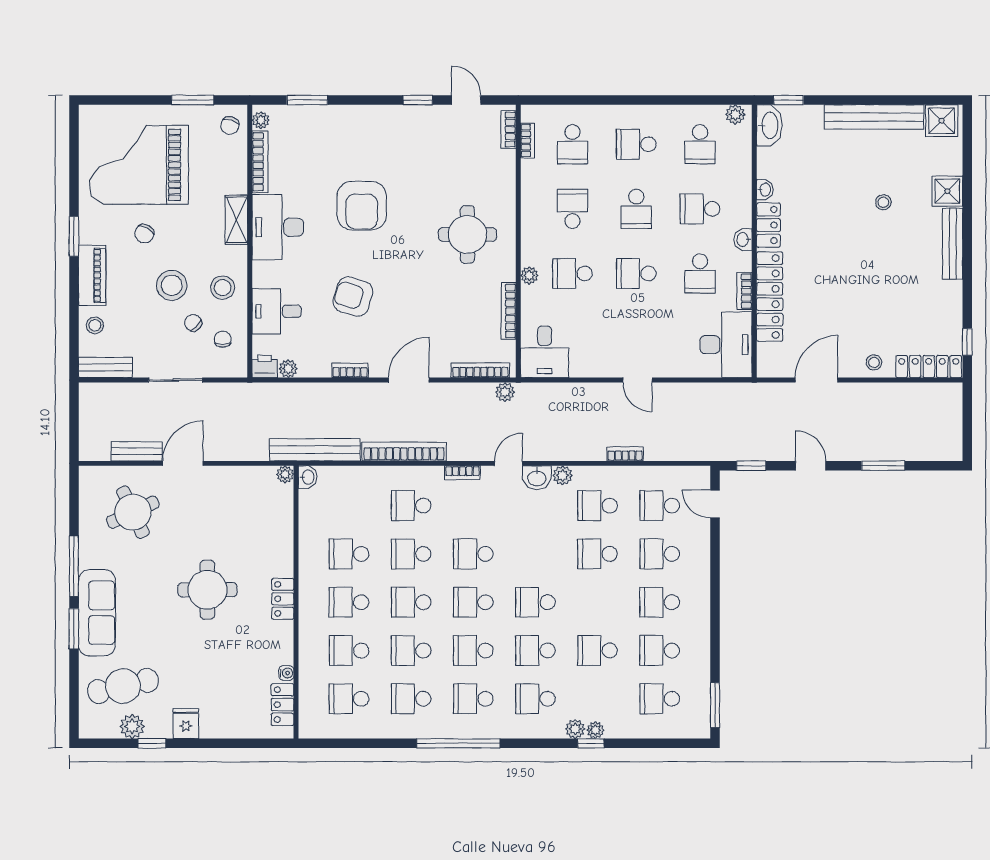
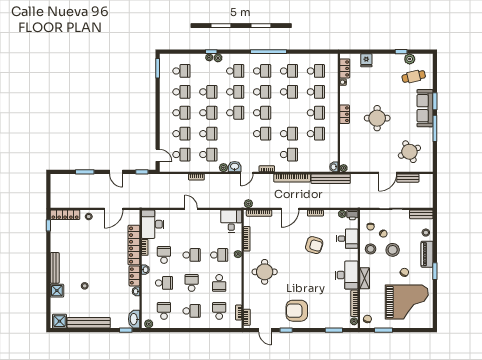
armchair: (362, 206) -> (297, 311), moved, turned -90
school desk: (411, 602) -> (208, 113), moved
cafe table: (123, 686) -> (414, 76), width x0.73, depth x0.74
fridge: (186, 724) -> (366, 60), moved

